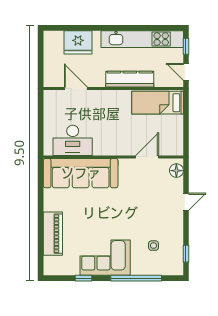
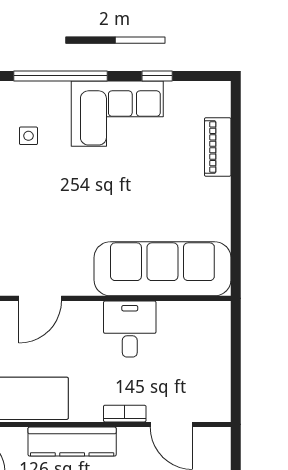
bookcase: (101, 94) -> (125, 414), added
desk: (73, 140) -> (130, 329), moved, width x0.73
piano: (53, 234) -> (218, 147), width x0.73, depth x0.75

